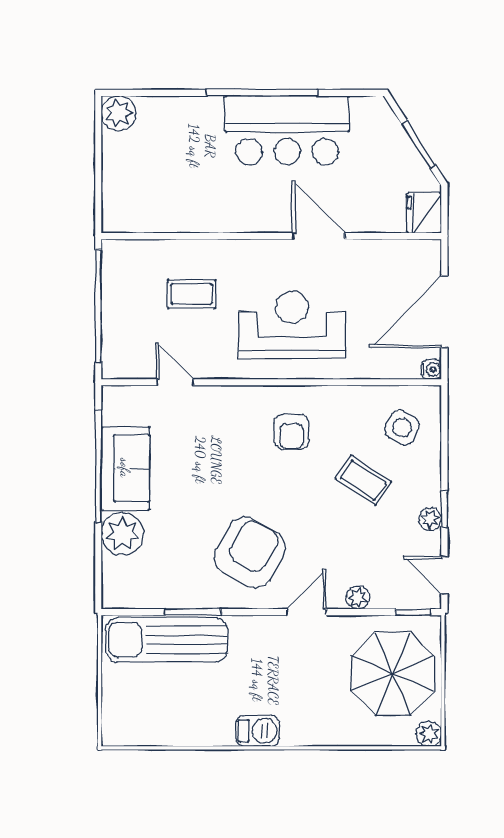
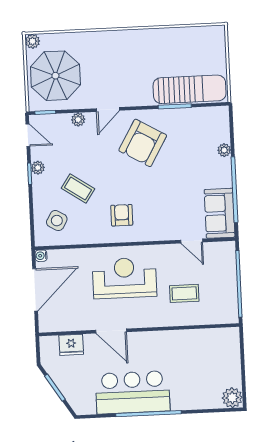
fridge: (424, 213) -> (71, 345), moved, turned 90
reception desk: (292, 325) -> (124, 278), turned 180
sofa: (125, 468) -> (220, 213), moved
plant: (122, 534) -> (224, 150), width x0.53, depth x0.53
barbecue: (258, 731) -> (133, 38), removed

